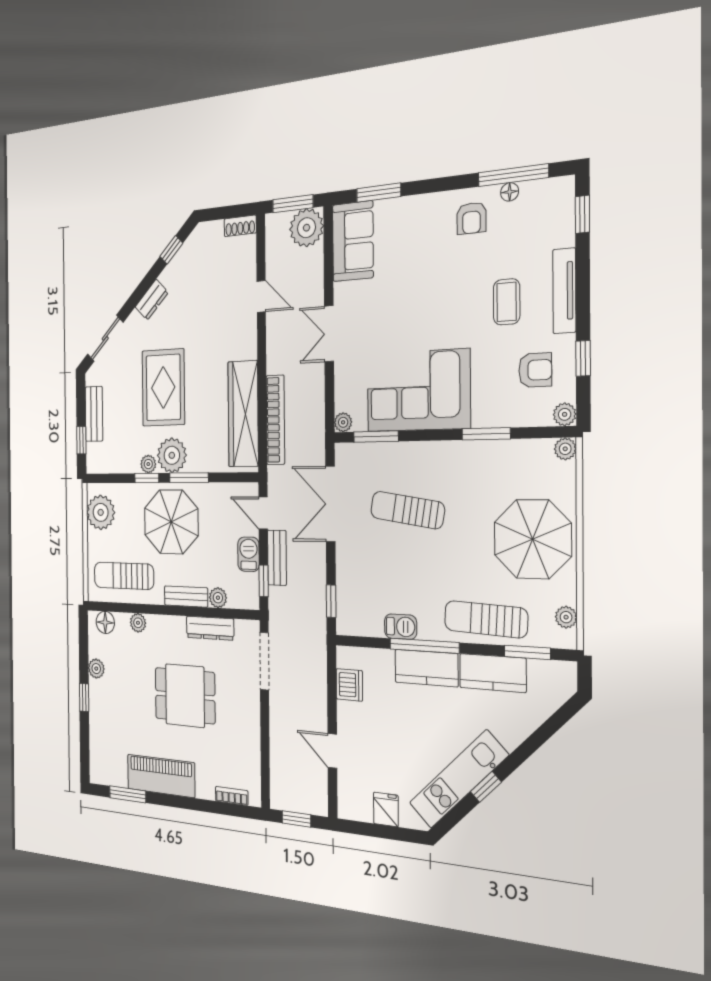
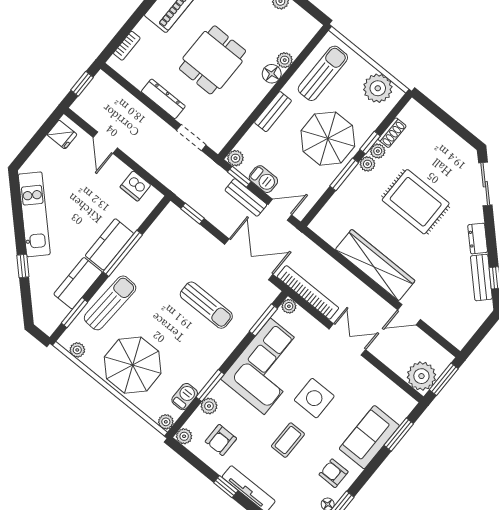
shoe rack: (240, 226) -> (392, 133), moved, turned 180
sofa: (353, 241) -> (369, 437), moved, turned 90
coffee table: (507, 302) -> (288, 440), moved, turned 90
side table: (411, 312) -> (314, 398), added
window: (583, 358) -> (226, 487), moved
bench: (94, 414) -> (481, 278), moved, turned 45
wardrobe: (243, 414) -> (375, 265), moved
plant: (509, 416) -> (209, 406), added
bookcase: (275, 420) -> (308, 292), moved, turned 180
window: (81, 440) -> (437, 111), removed
plant: (172, 455) -> (367, 164), width x0.53, depth x0.53
sun lounger: (407, 510) -> (206, 305), turned 81
plant: (218, 598) -> (235, 158), moved
floor lamp: (105, 622) -> (272, 74), moved
barbecue: (401, 627) -> (185, 397), moved, turned 180
dresser: (210, 628) -> (163, 99), moved, turned 90
doorway: (264, 661) -> (191, 138), width x0.73
door: (332, 751) -> (105, 143), swing flipped
window: (486, 787) -> (23, 266), moved
fridge: (386, 809) -> (62, 135), moved

